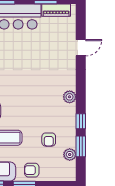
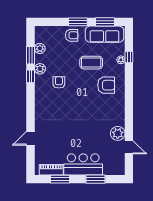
plant: (70, 97) -> (40, 69), moved
armchair: (49, 140) -> (59, 82), moved

